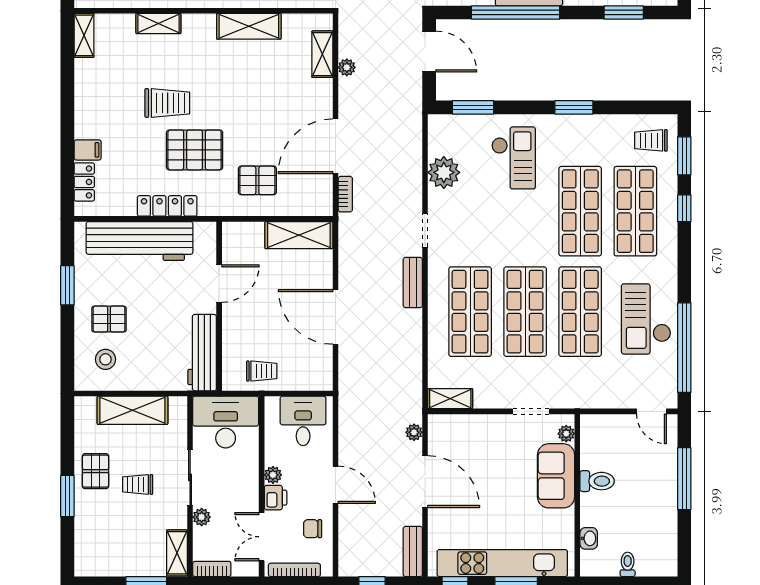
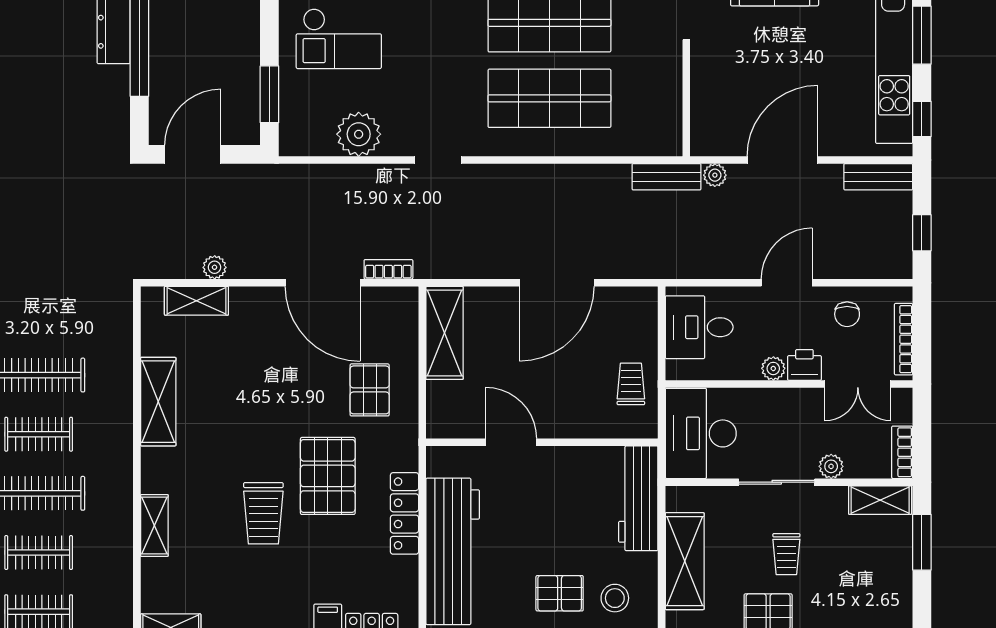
trolley: (167, 103) -> (263, 513), turned 180
checkout: (514, 158) -> (339, 39), turned 180
bench: (413, 282) -> (666, 177), moved
pallet: (109, 319) -> (560, 593), turned 90
workbench: (202, 353) -> (638, 498), moved, turned 90
shelving: (450, 399) -> (669, 126), removed

